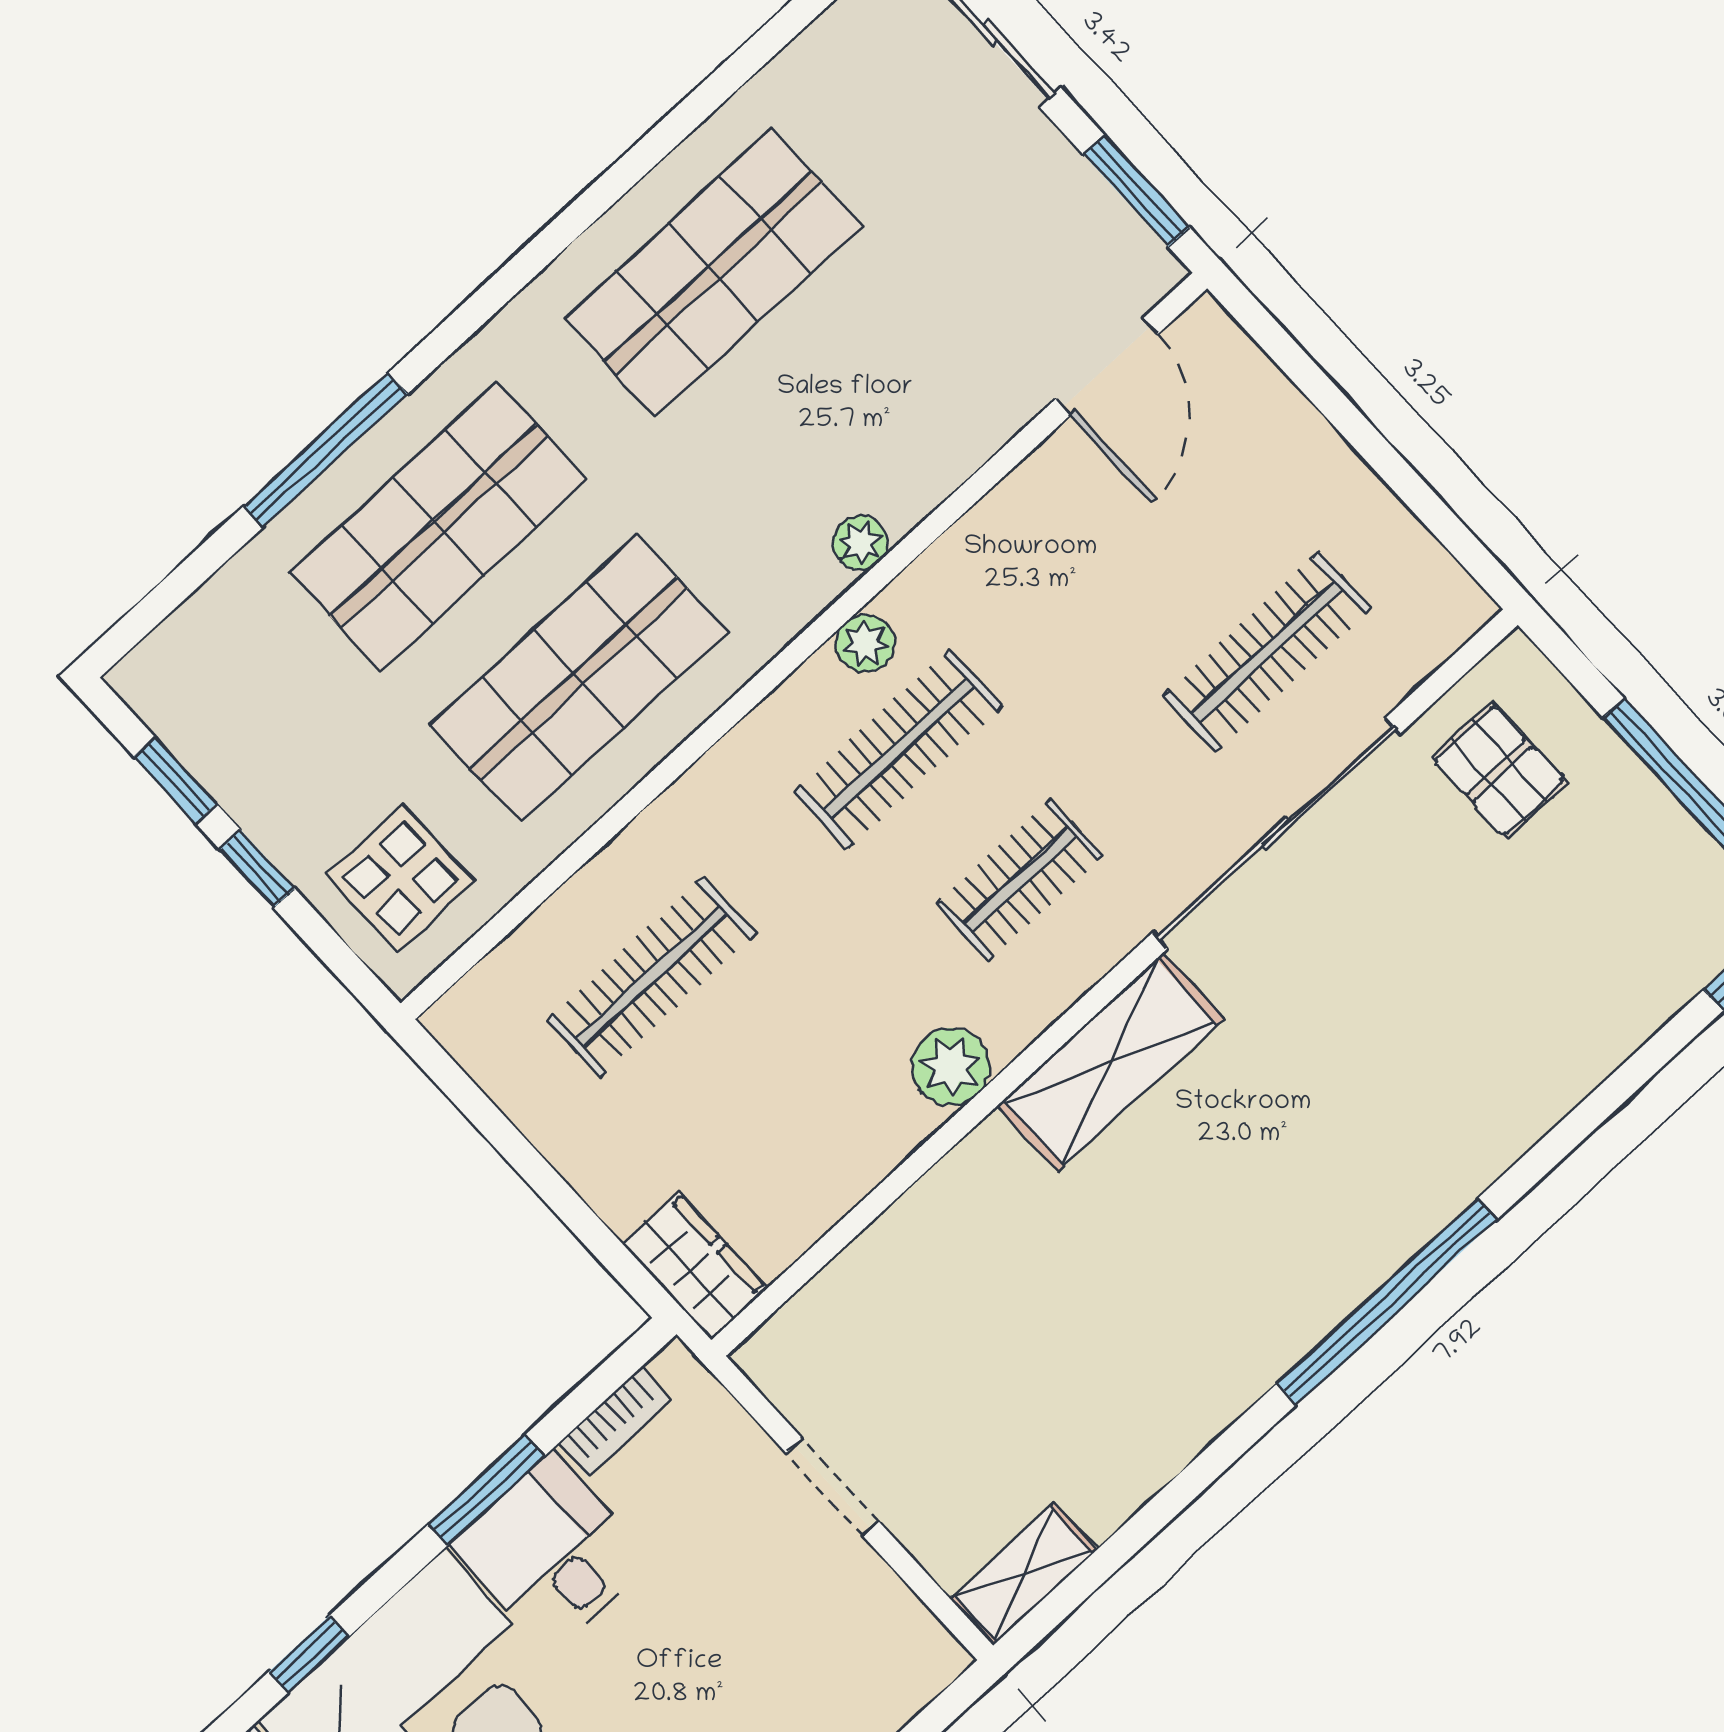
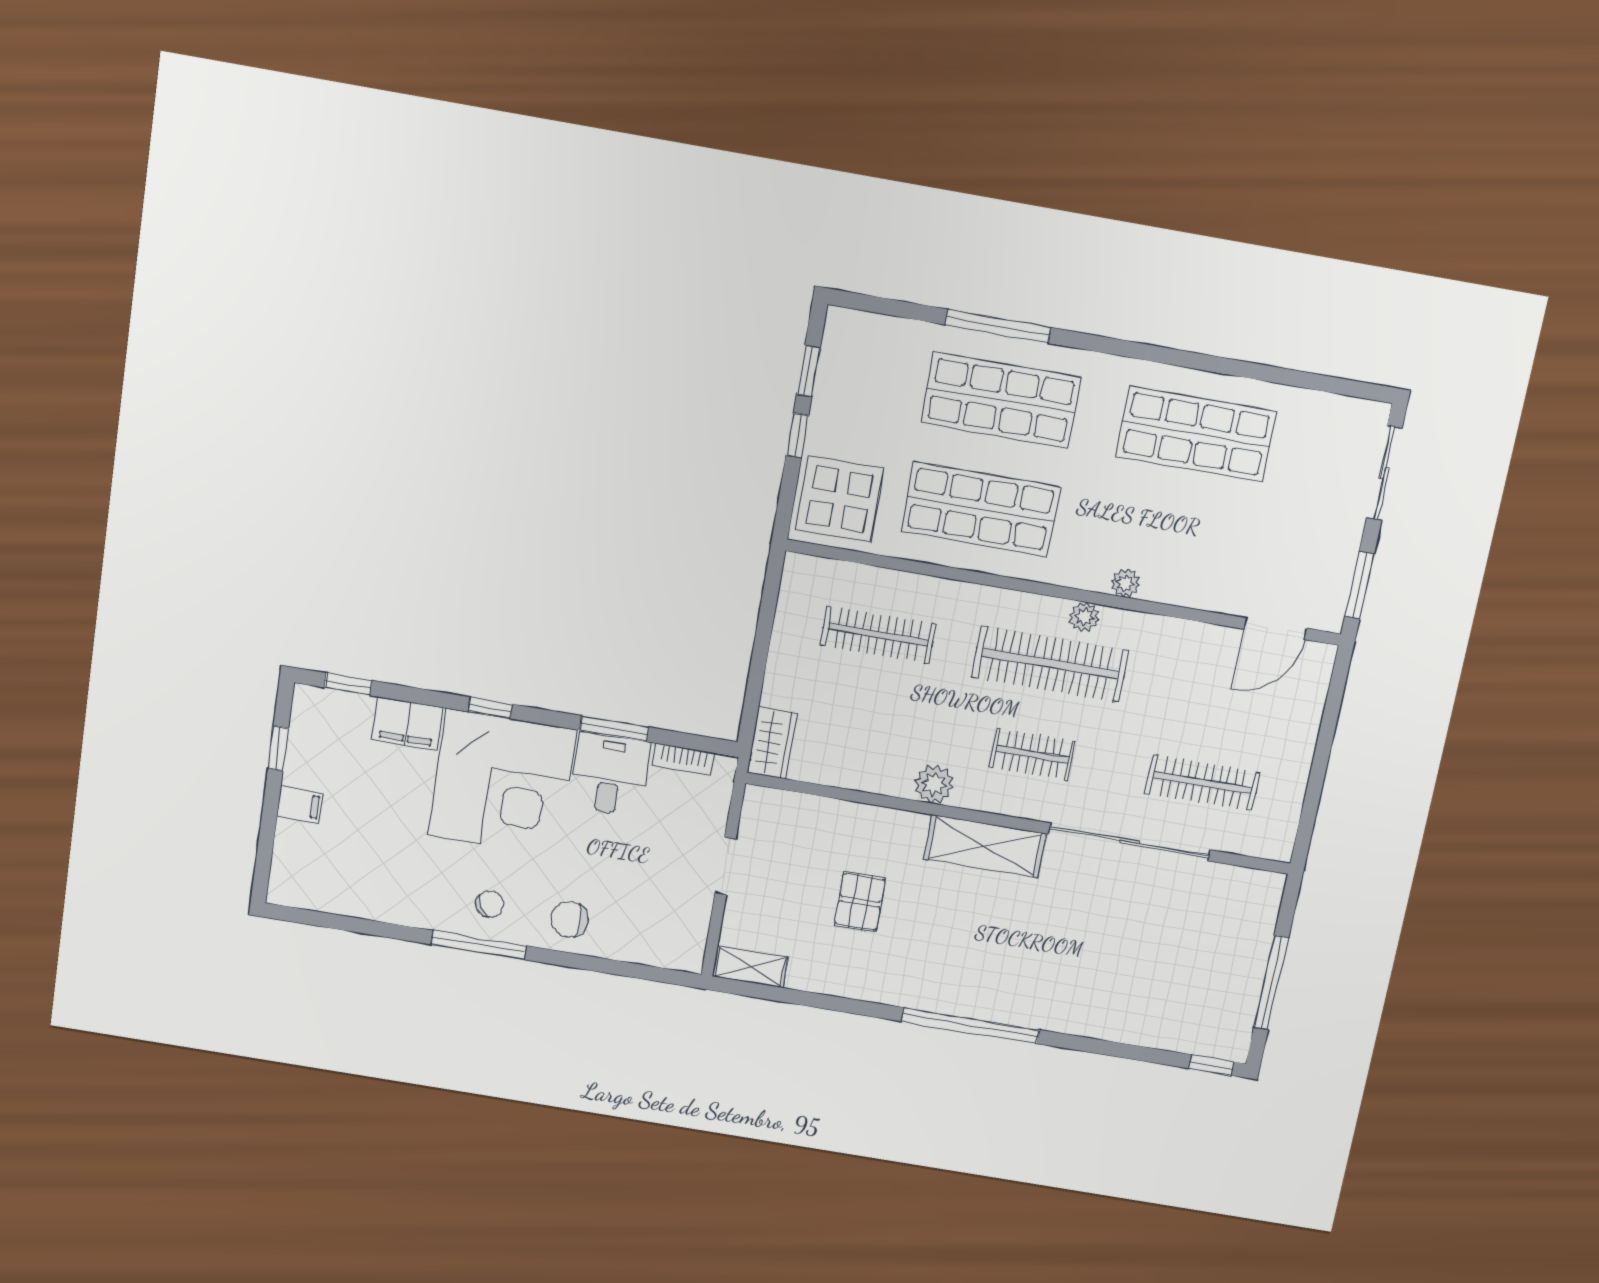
clothes rail: (899, 749) -> (1050, 664), width x1.37, depth x1.31
pallet: (1499, 771) -> (860, 902), moved
display table: (401, 878) -> (840, 499), width x1.36, depth x1.36

